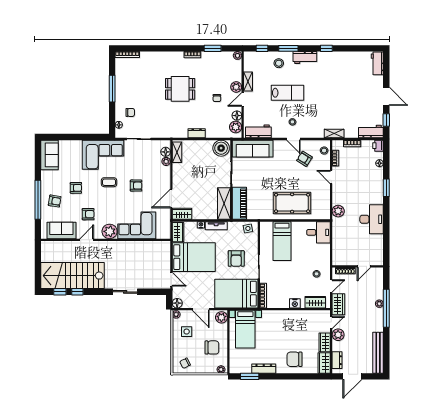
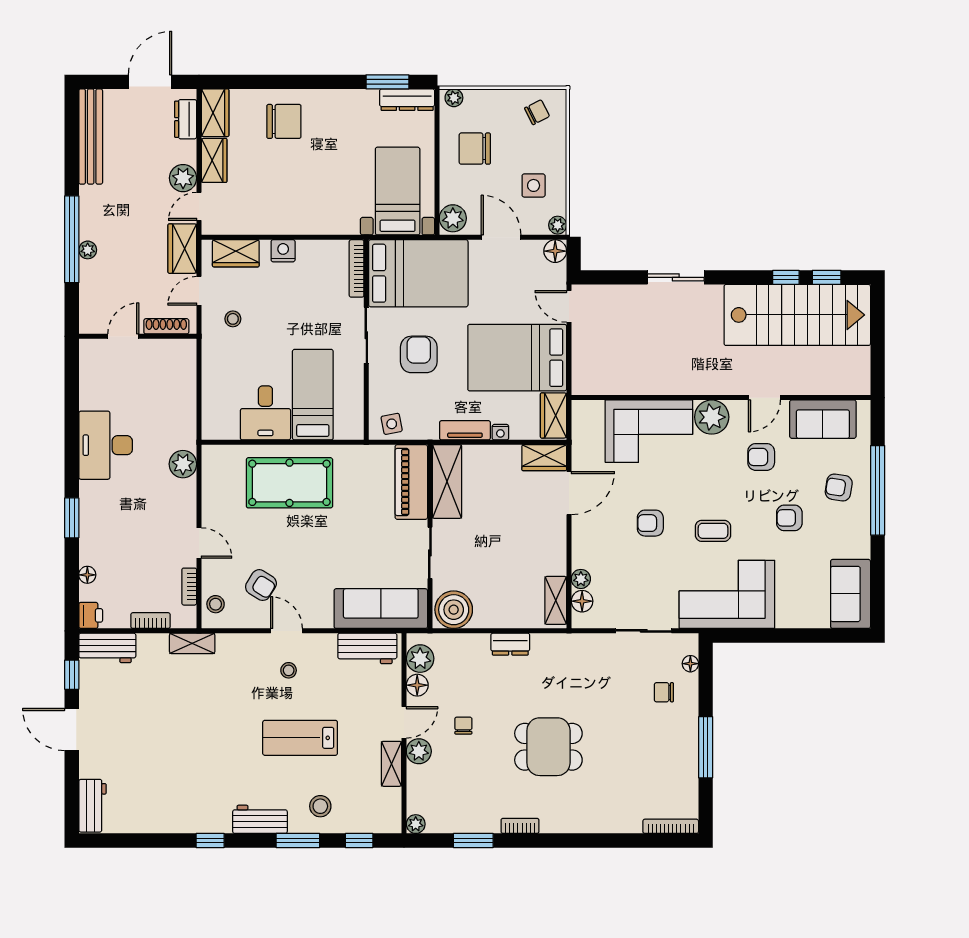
desk: (318, 232) -> (265, 413), moved, turned -90
dresser: (264, 369) -> (407, 100), moved

